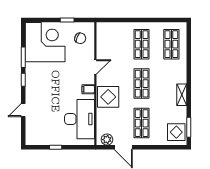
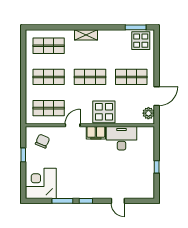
corner desk: (45, 42) -> (41, 183), width x0.74, depth x0.74
shop shelf: (112, 44) -> (49, 108), added
door: (95, 67) -> (73, 125), hinge flipped
filing cabinet: (88, 89) -> (96, 133), width x2.00
shelving: (182, 95) -> (86, 35), moved
desk: (80, 119) -> (122, 138), width x0.73, depth x0.77

